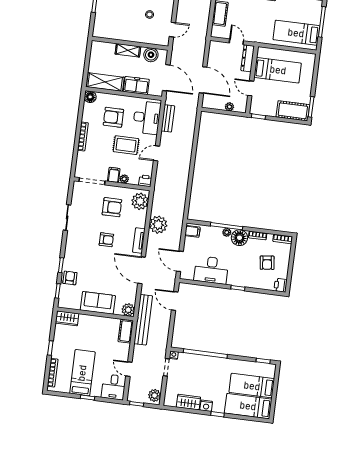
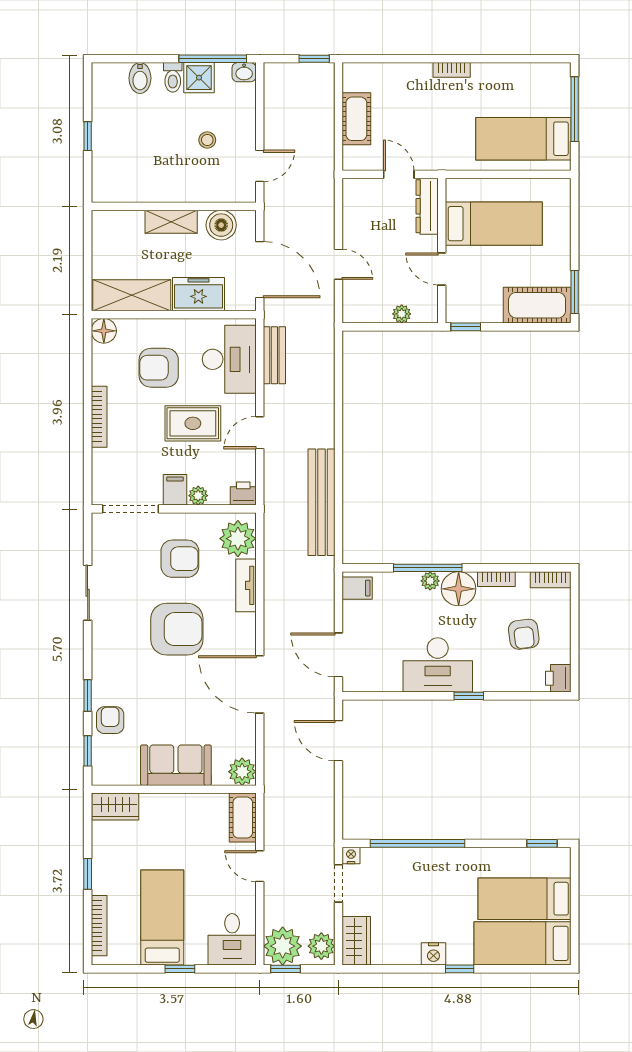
door: (203, 80) -> (338, 264), width x0.53
plant: (158, 225) -> (283, 946), moved
armchair: (106, 240) -> (177, 629), width x1.88, depth x1.88
tv unit: (139, 240) -> (246, 585), moved
desk: (211, 270) -> (438, 665), moved
bench: (143, 320) -> (322, 502), moved
door: (129, 369) -> (260, 866), moved
wardrobe: (188, 402) -> (356, 941), moved, turned 90

